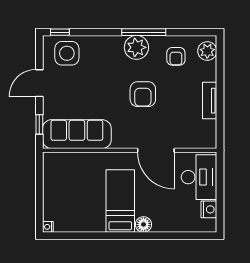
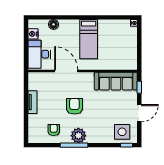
plant: (207, 51) -> (34, 133), removed
floor lamp: (143, 224) -> (53, 24), moved

